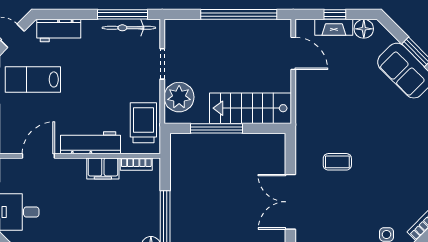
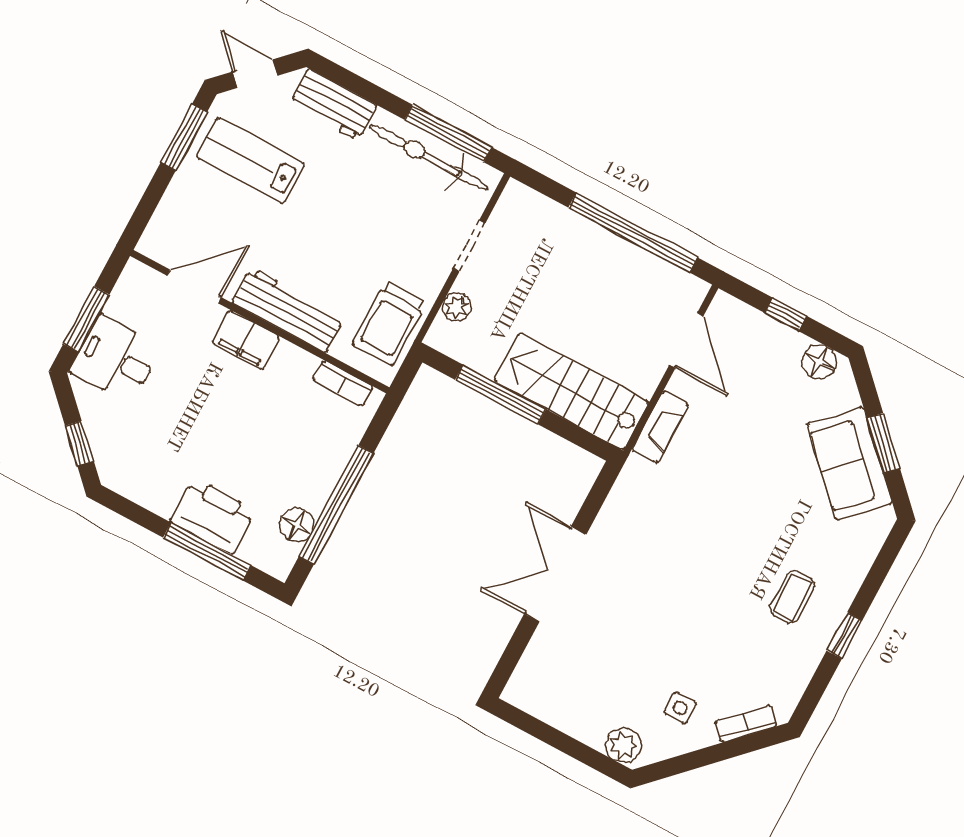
fireplace: (334, 27) -> (660, 427), moved, turned -90
bicycle: (129, 28) -> (428, 157), width x1.37, depth x1.40
plant: (179, 97) -> (457, 307), width x0.53, depth x0.53
trolley: (143, 123) -> (389, 323), turned 180
coffee table: (337, 162) -> (792, 597), moved, turned 90
filing cabinet: (103, 168) -> (246, 340), moved

